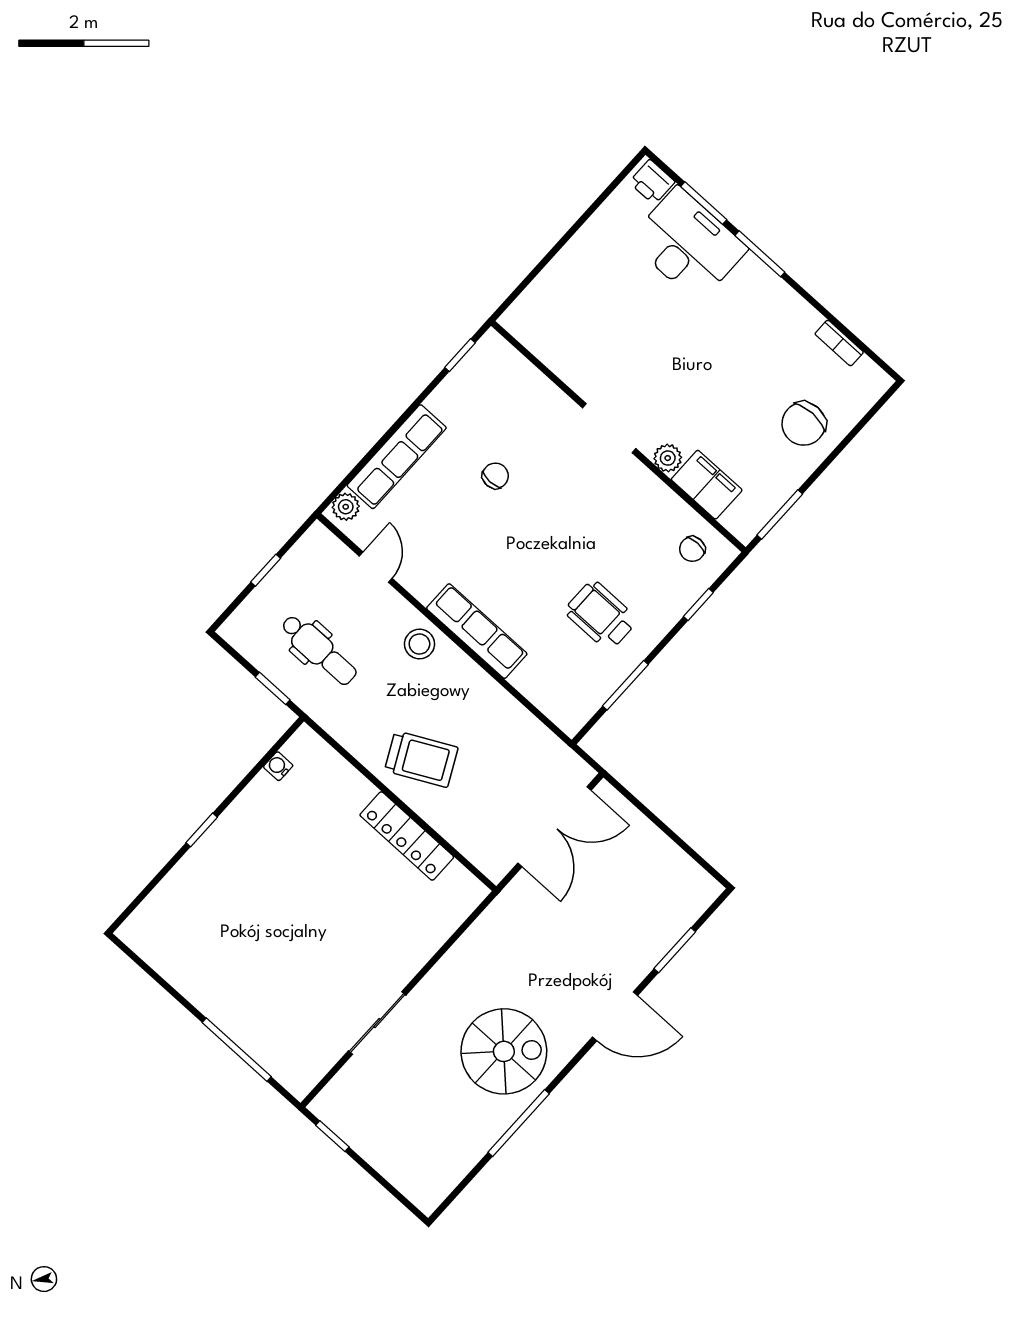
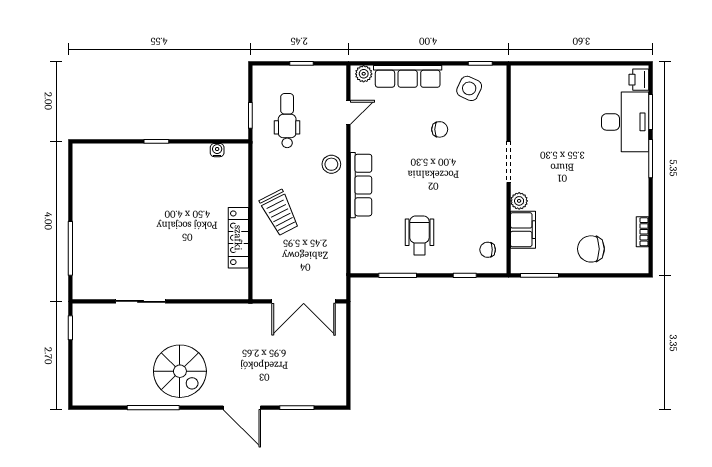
side table: (478, 396) -> (469, 88), added
dental chair: (319, 650) -> (287, 121), turned 180

